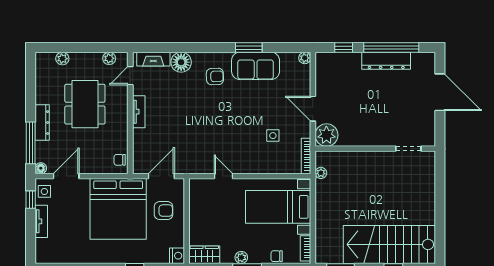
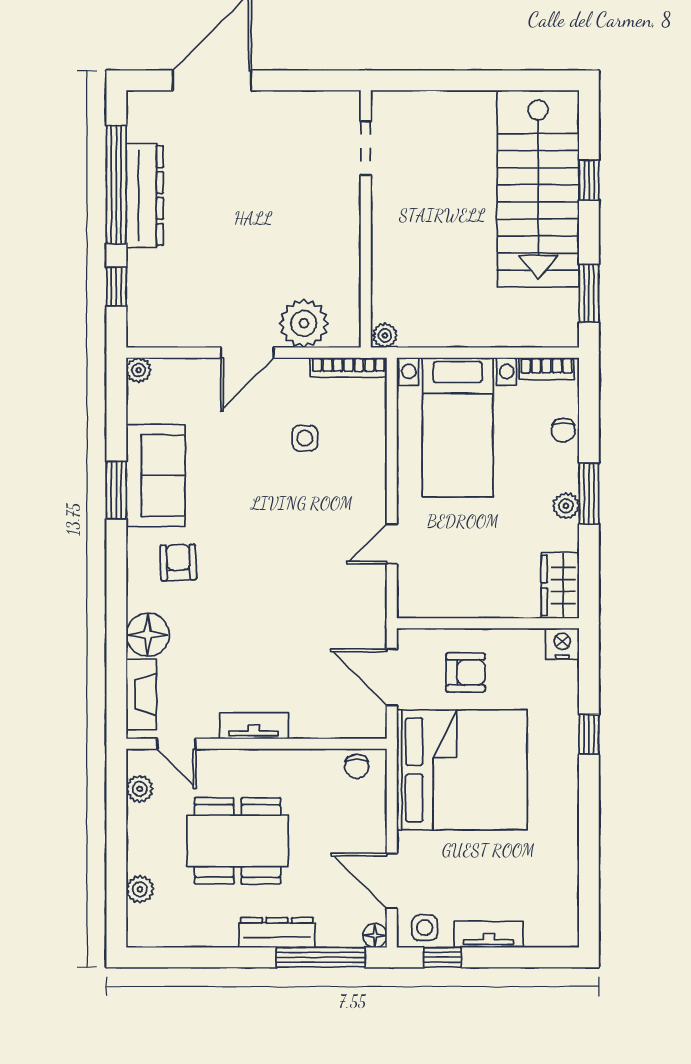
wall: (375, 149) -> (366, 219), moved
doorway: (408, 149) -> (366, 148), moved
armchair: (164, 211) -> (466, 673), turned 90

